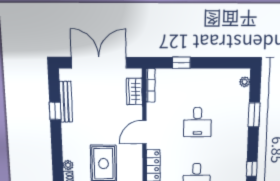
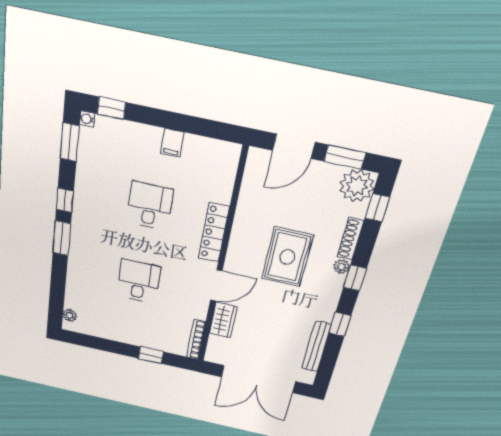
wardrobe: (134, 92) -> (223, 320), moved
window: (55, 111) -> (340, 324), moved
window: (254, 115) -> (62, 238), moved
window: (57, 159) -> (355, 278), added

